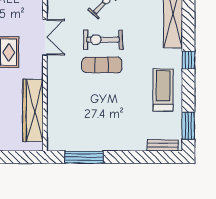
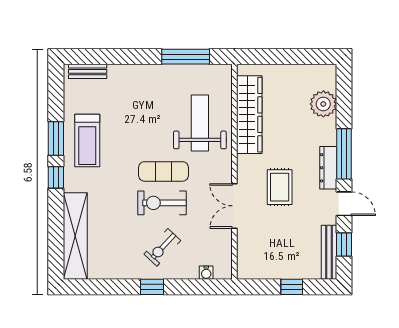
exercise bike: (103, 40) -> (162, 203), turned 180
weight bench: (73, 104) -> (200, 123), added
window: (188, 126) -> (56, 139), moved

